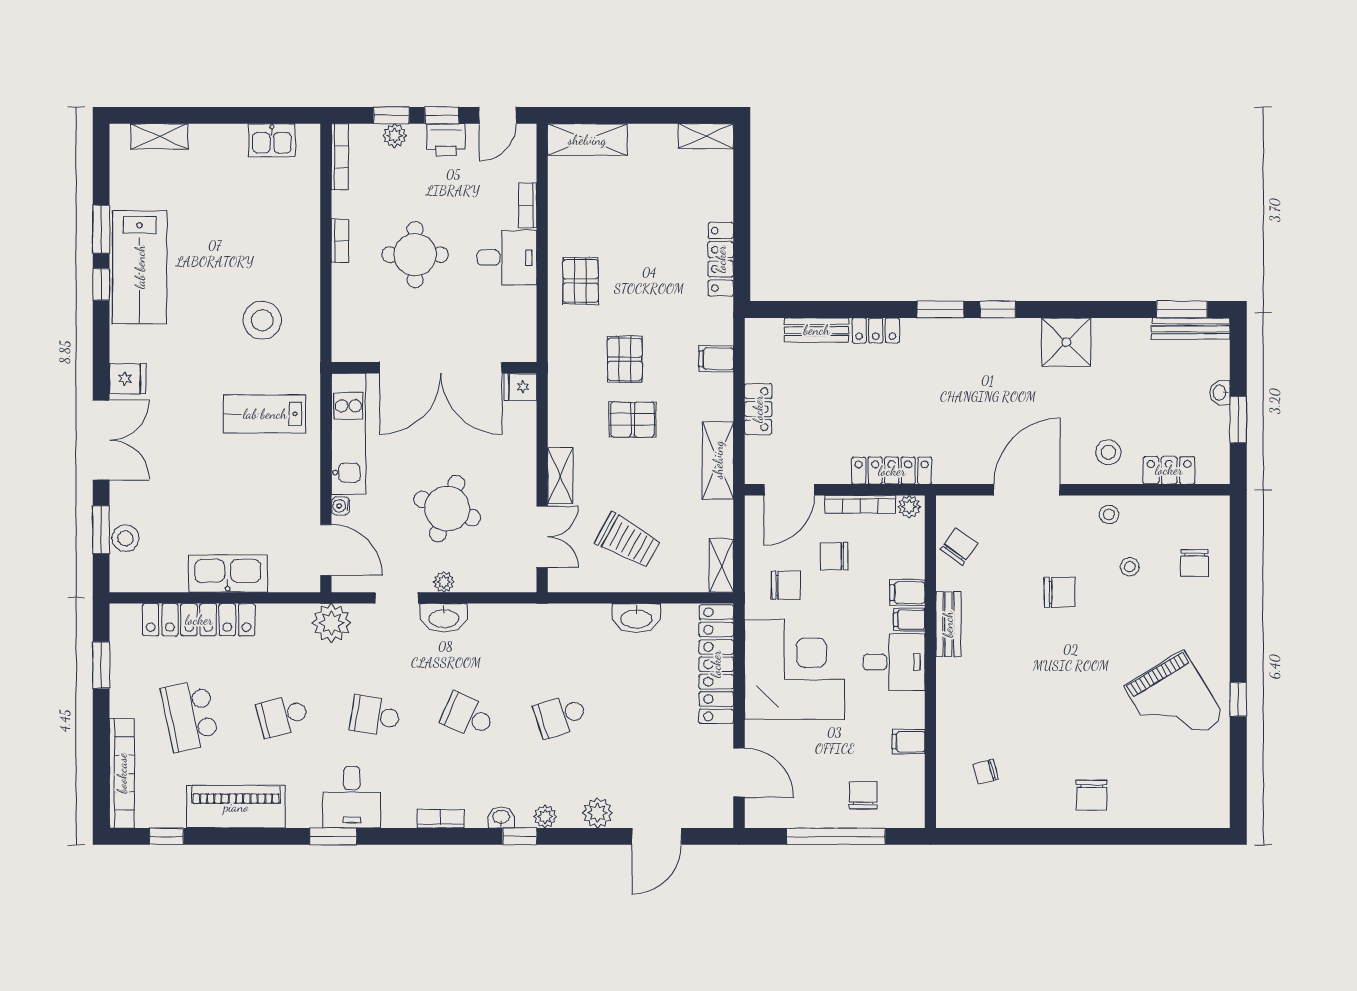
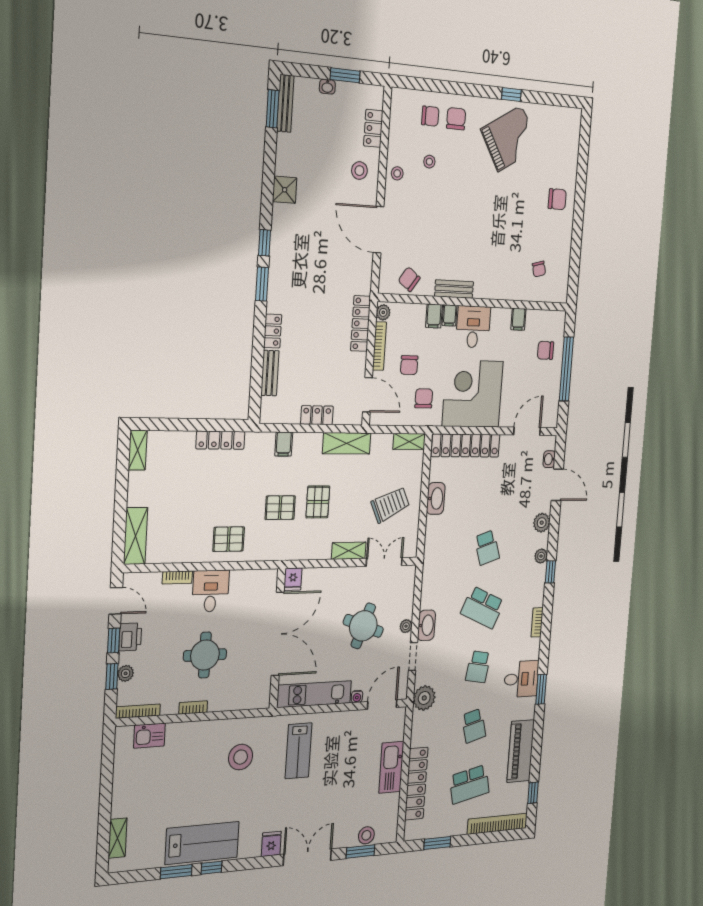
kitchen sink: (272, 140) -> (149, 736), moved, turned 90
shower: (1066, 342) -> (285, 190), width x0.73, depth x0.73
trolley: (628, 541) -> (390, 504), turned 36
chair: (1060, 592) -> (456, 119), moved
school desk: (468, 716) -> (483, 607), width x1.85
washbasin: (501, 818) -> (549, 459), moved

